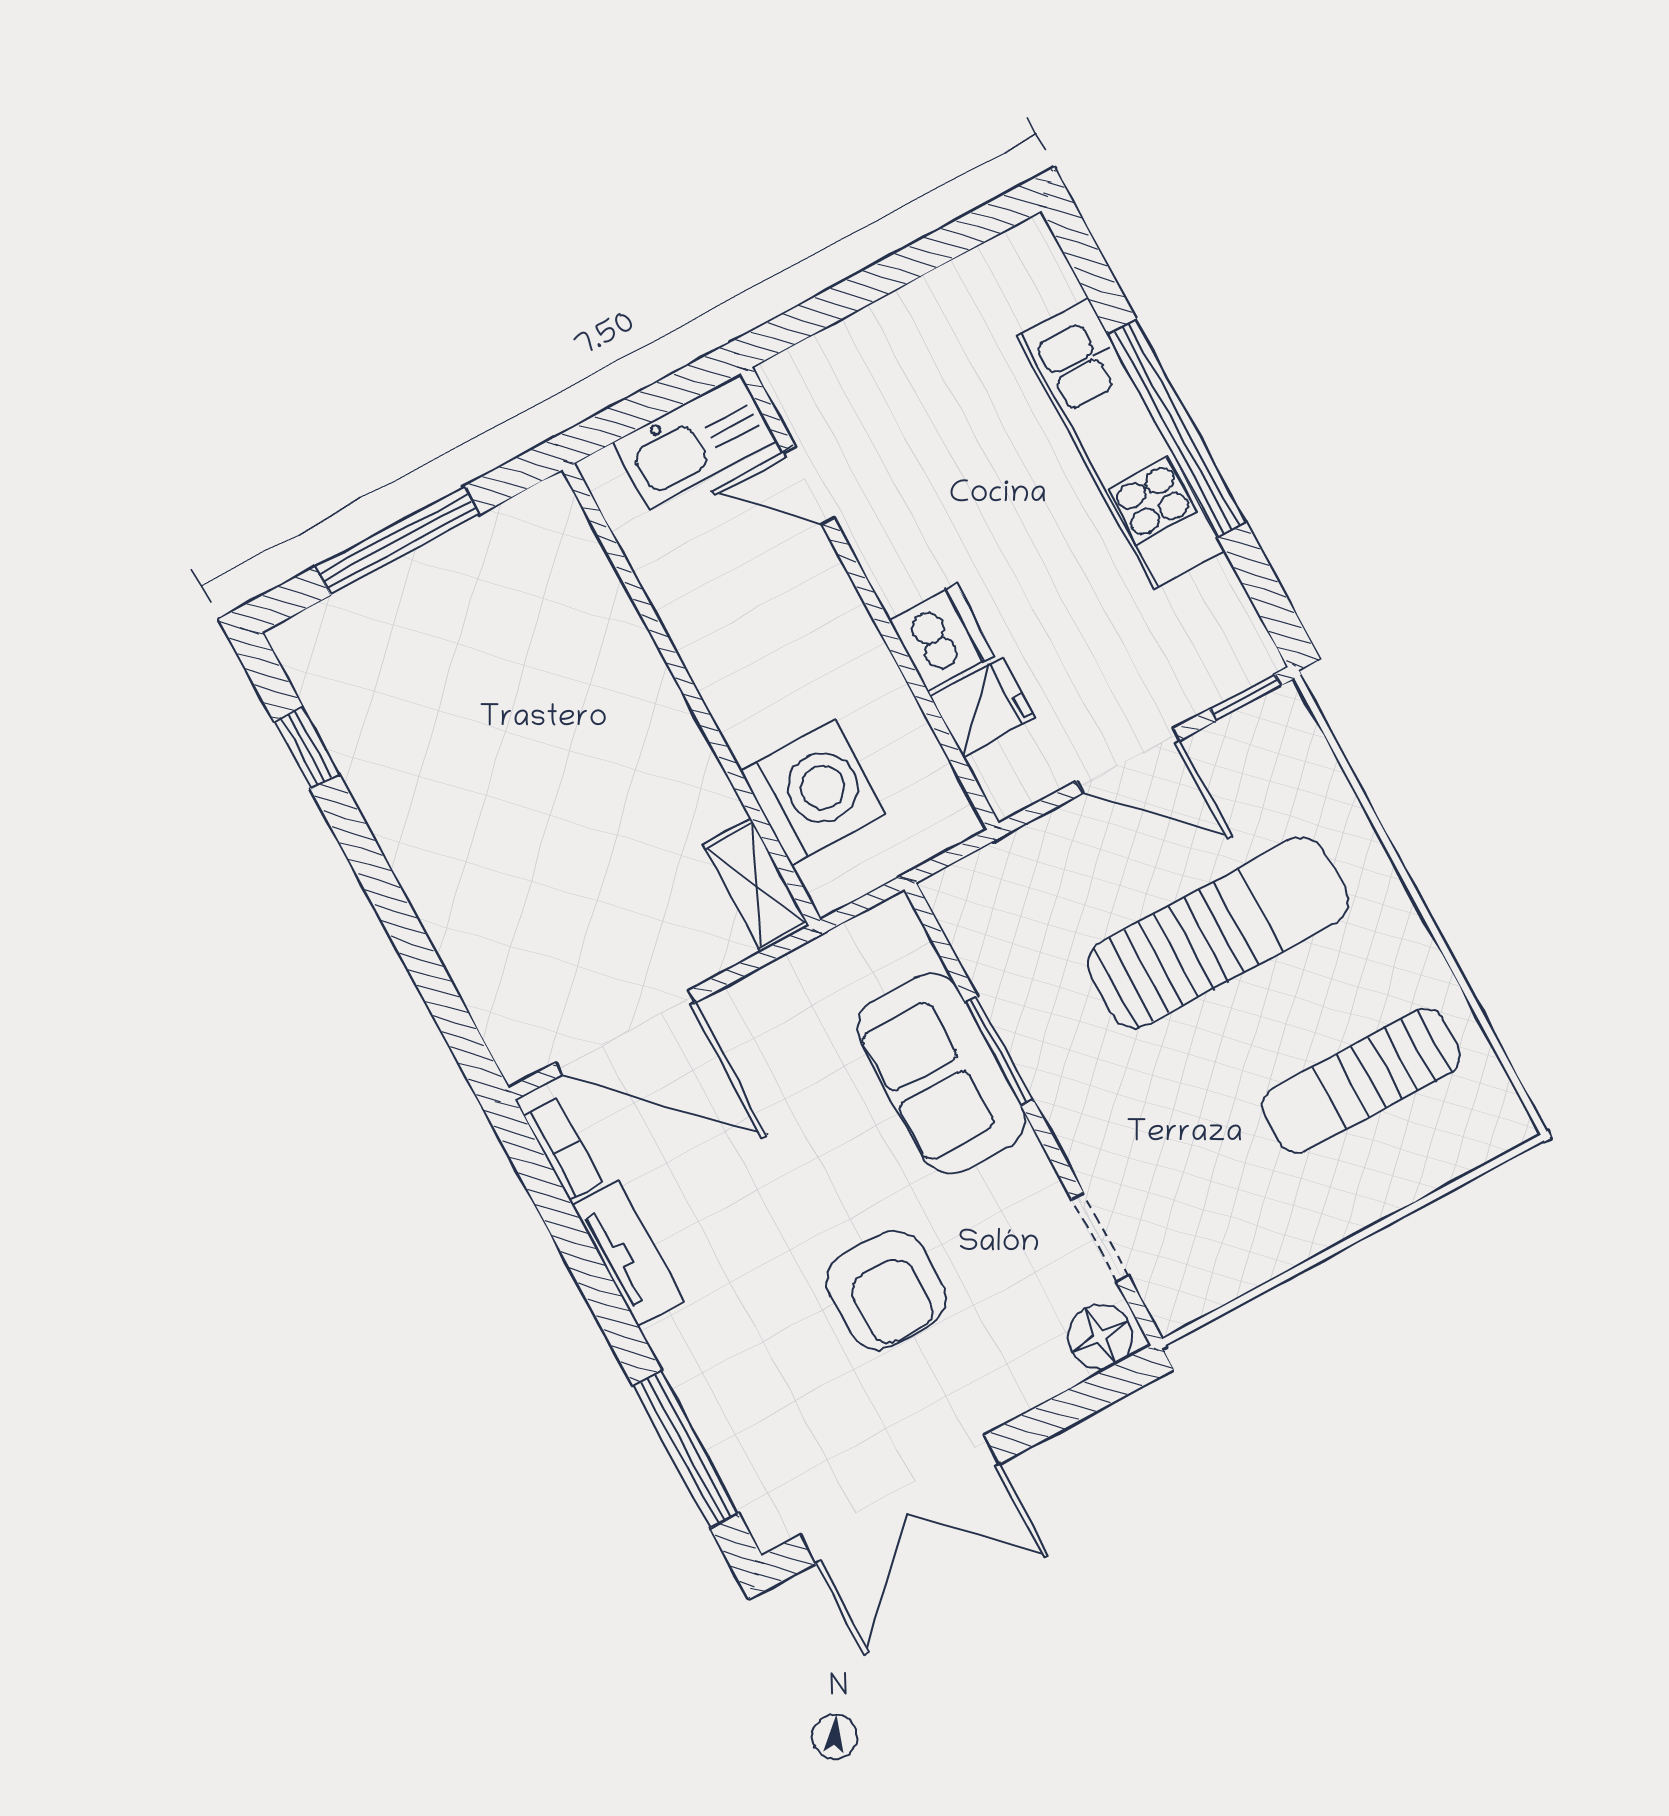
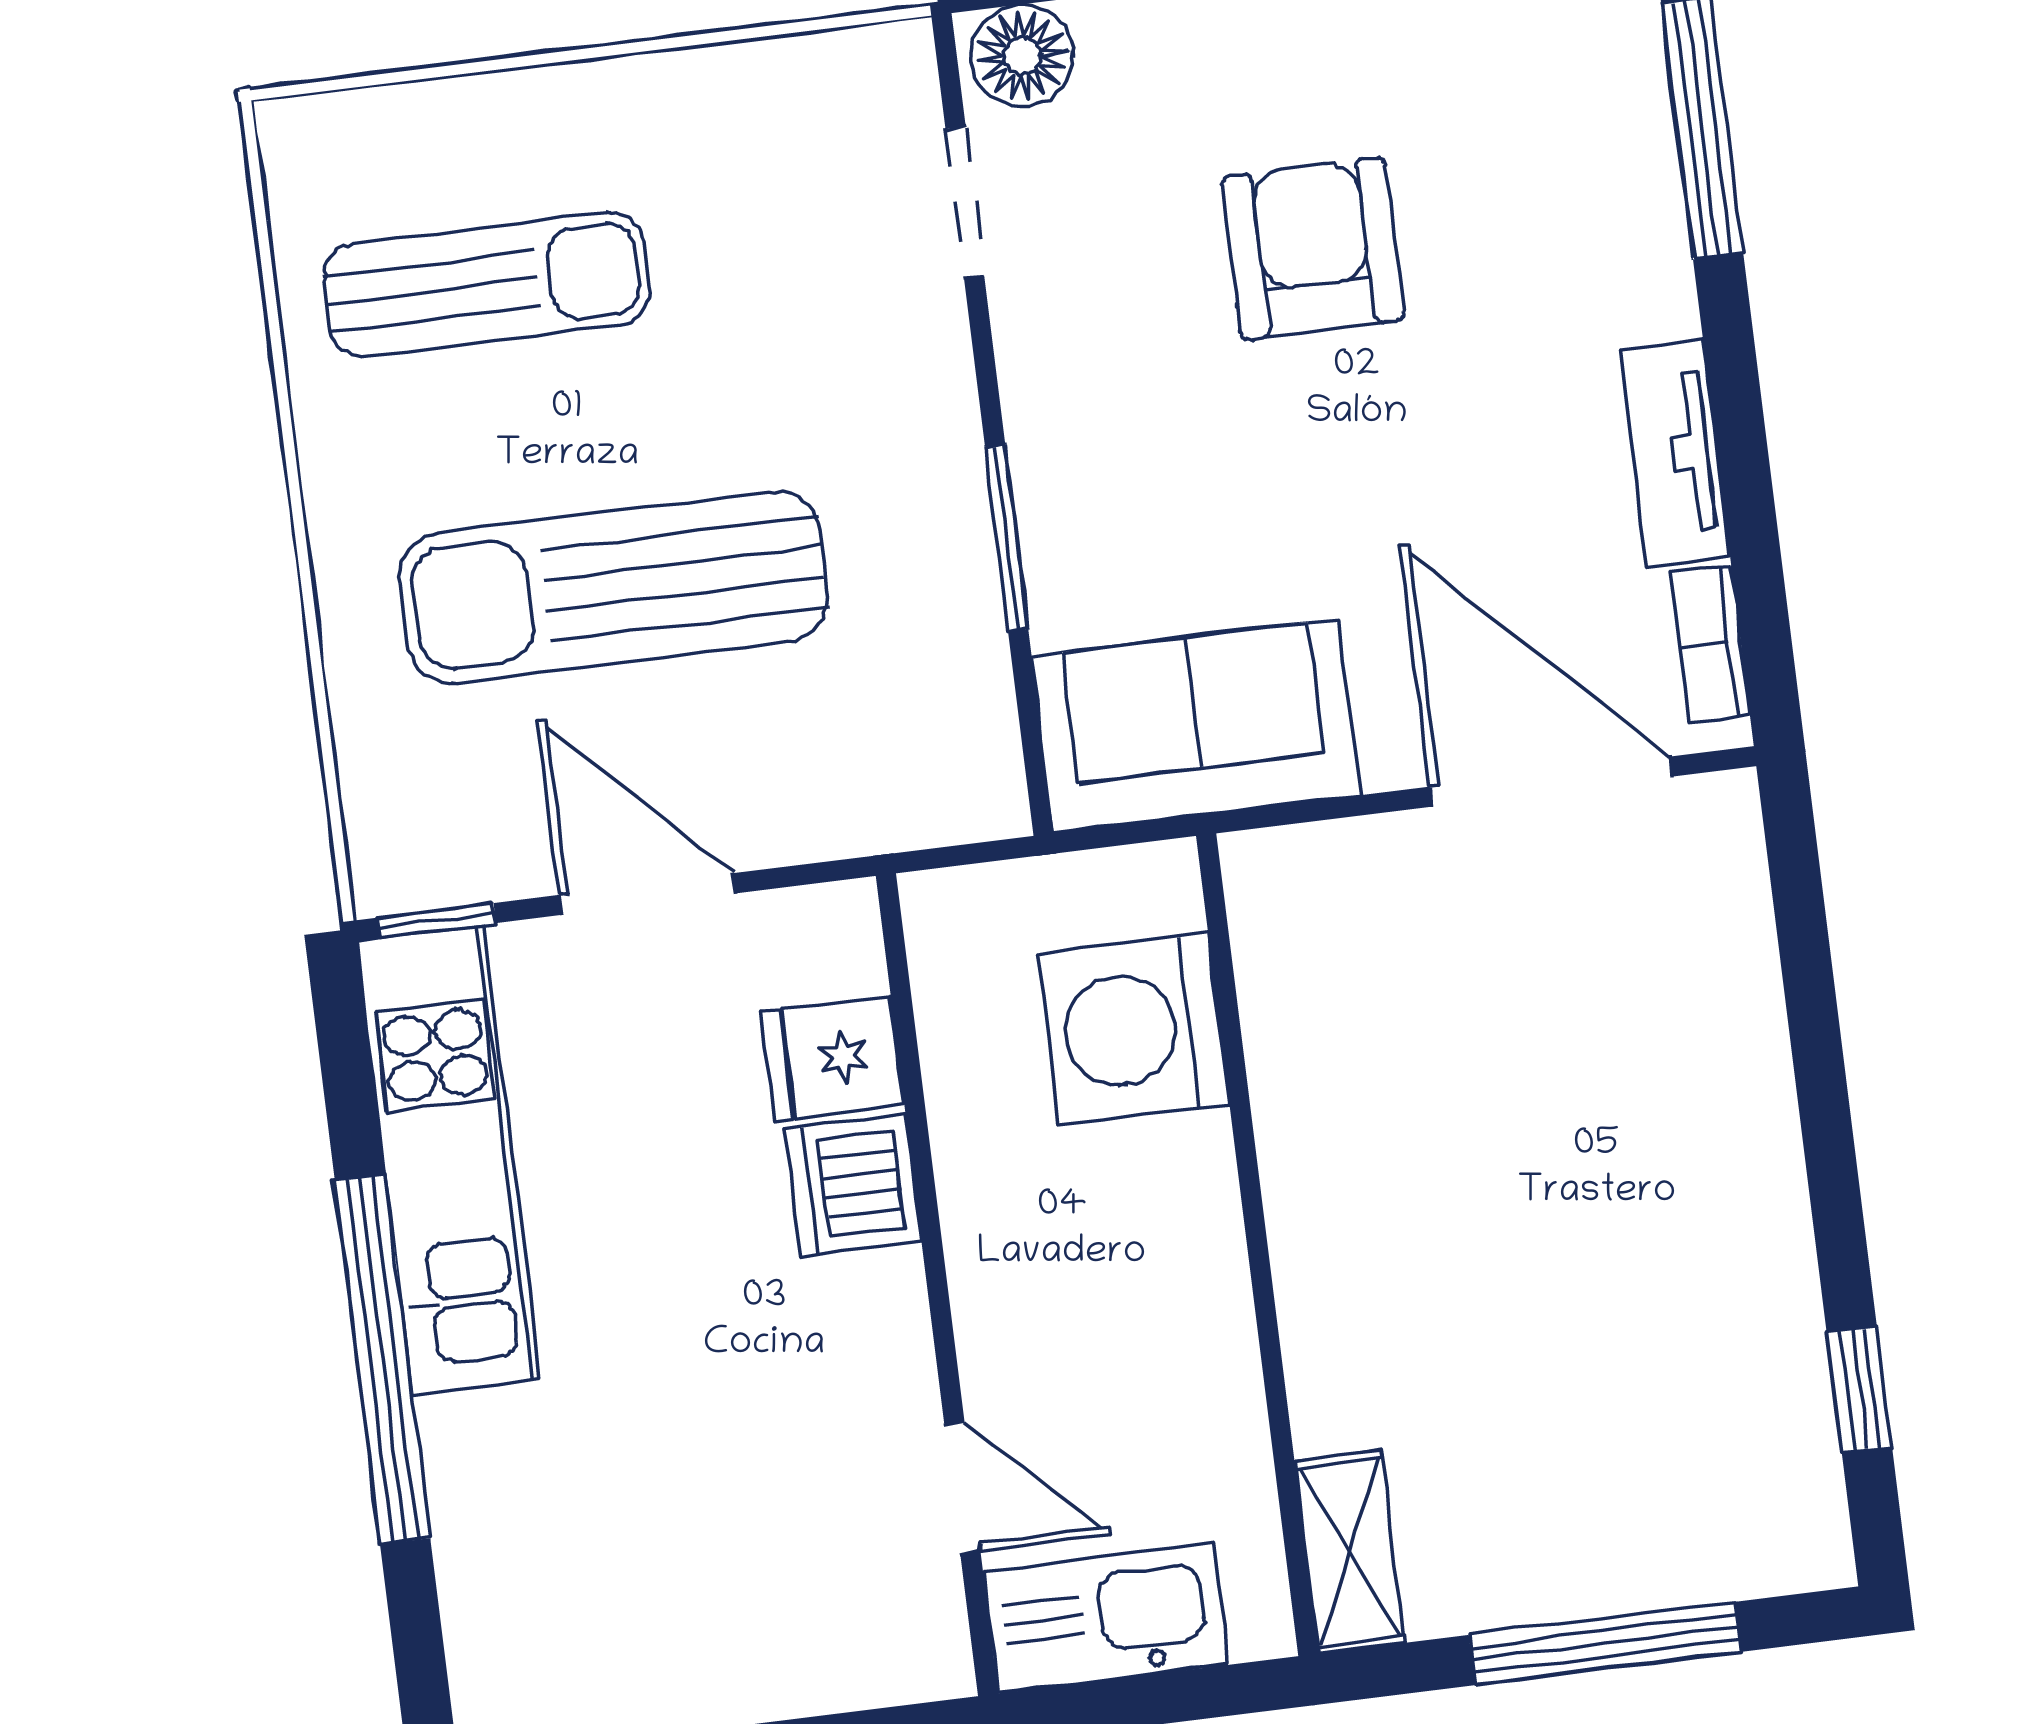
kitchen unit: (1121, 443) -> (448, 1160), moved
shelving: (756, 885) -> (1350, 1552), moved
sofa: (941, 1074) -> (1196, 726), moved, turned -90

